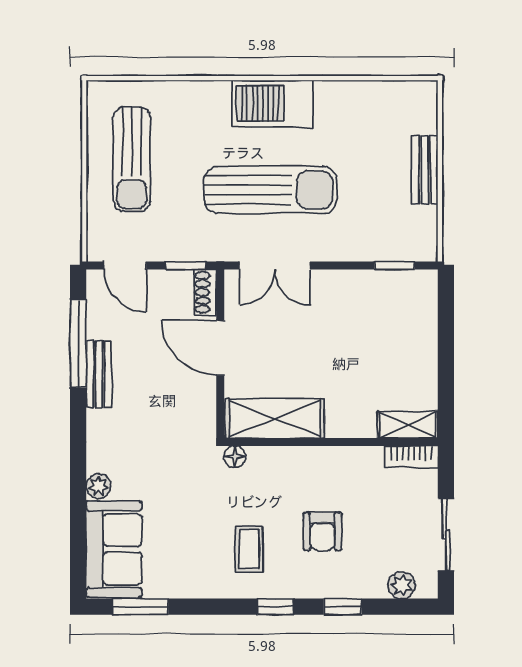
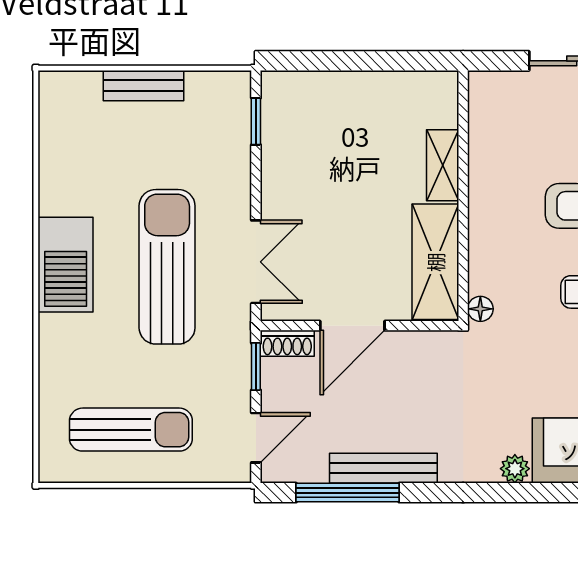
bench: (99, 374) -> (383, 468), width x1.36
shelving: (408, 425) -> (443, 165), moved
bookcase: (411, 457) -> (480, 102), removed

